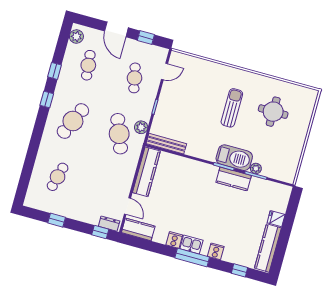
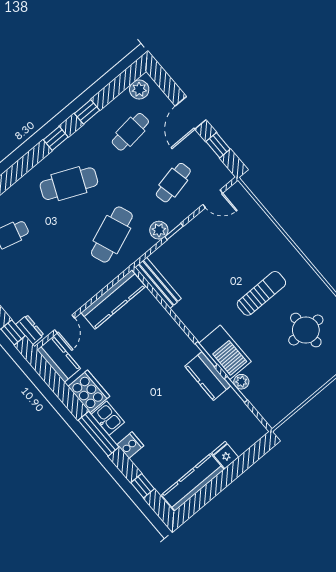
plant: (141, 127) -> (159, 230), moved
cooker: (174, 240) -> (89, 391), width x1.87, depth x1.31

